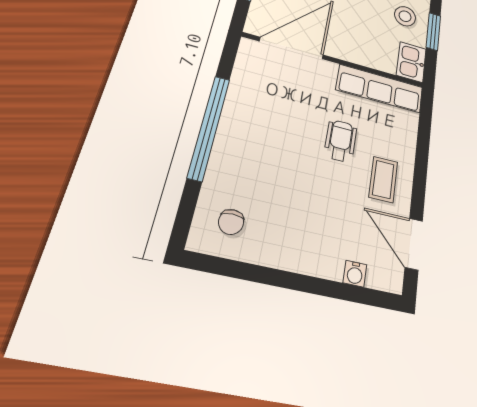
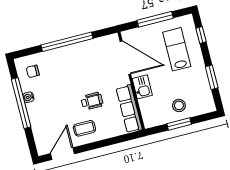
kitchen sink: (411, 62) -> (142, 87), moved, turned 90
water cooler: (355, 274) -> (28, 97), moved
window: (283, 279) -> (21, 103), added

